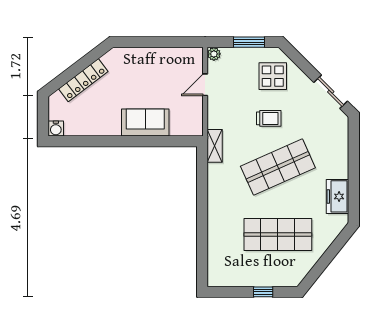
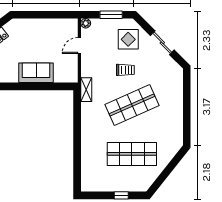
sliding door: (331, 92) -> (162, 43), moved
freezer: (337, 196) -> (175, 126), removed

